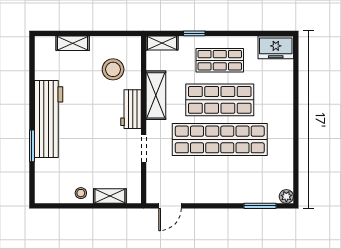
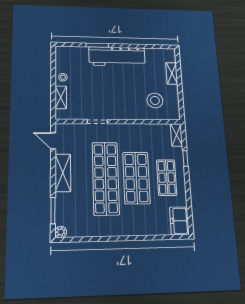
shelving: (156, 95) -> (63, 173), moved, turned 90
workbench: (131, 109) -> (126, 113), removed

